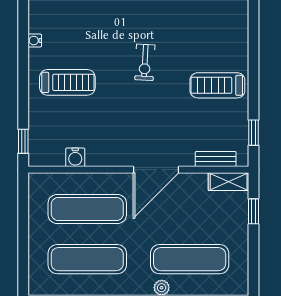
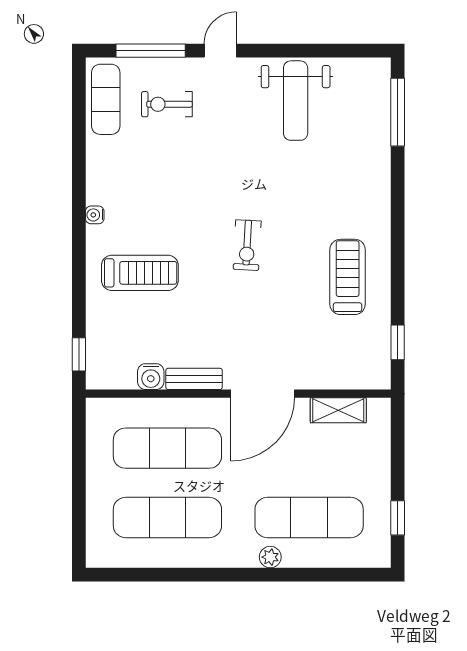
treadmill: (217, 85) -> (348, 277), turned 90
bench: (216, 159) -> (194, 379), moved
shelving: (229, 182) -> (338, 410), moved
window: (254, 211) -> (398, 518), moved

